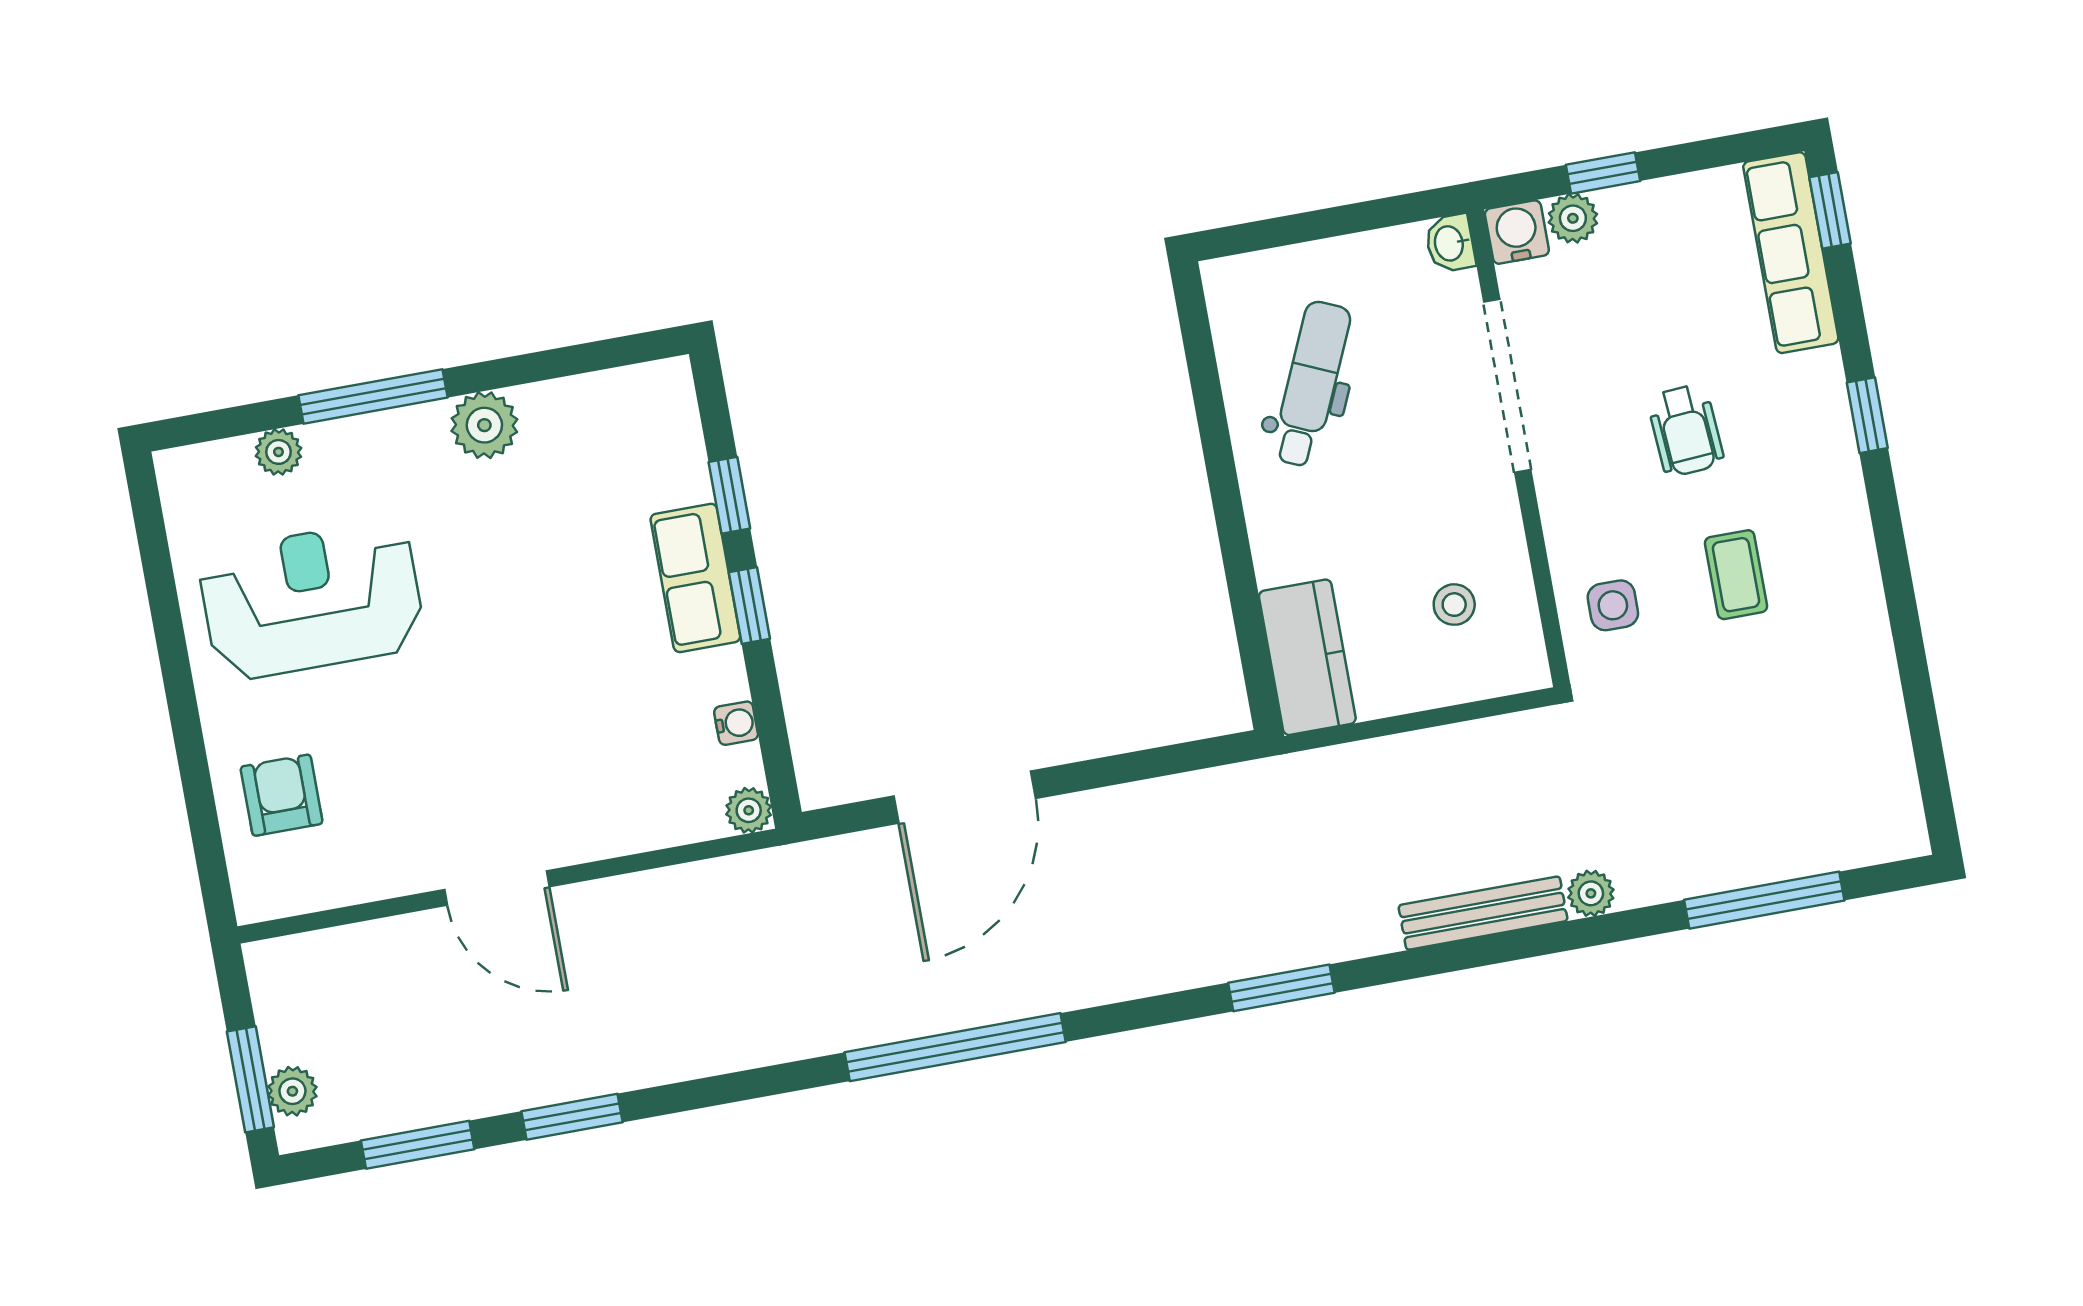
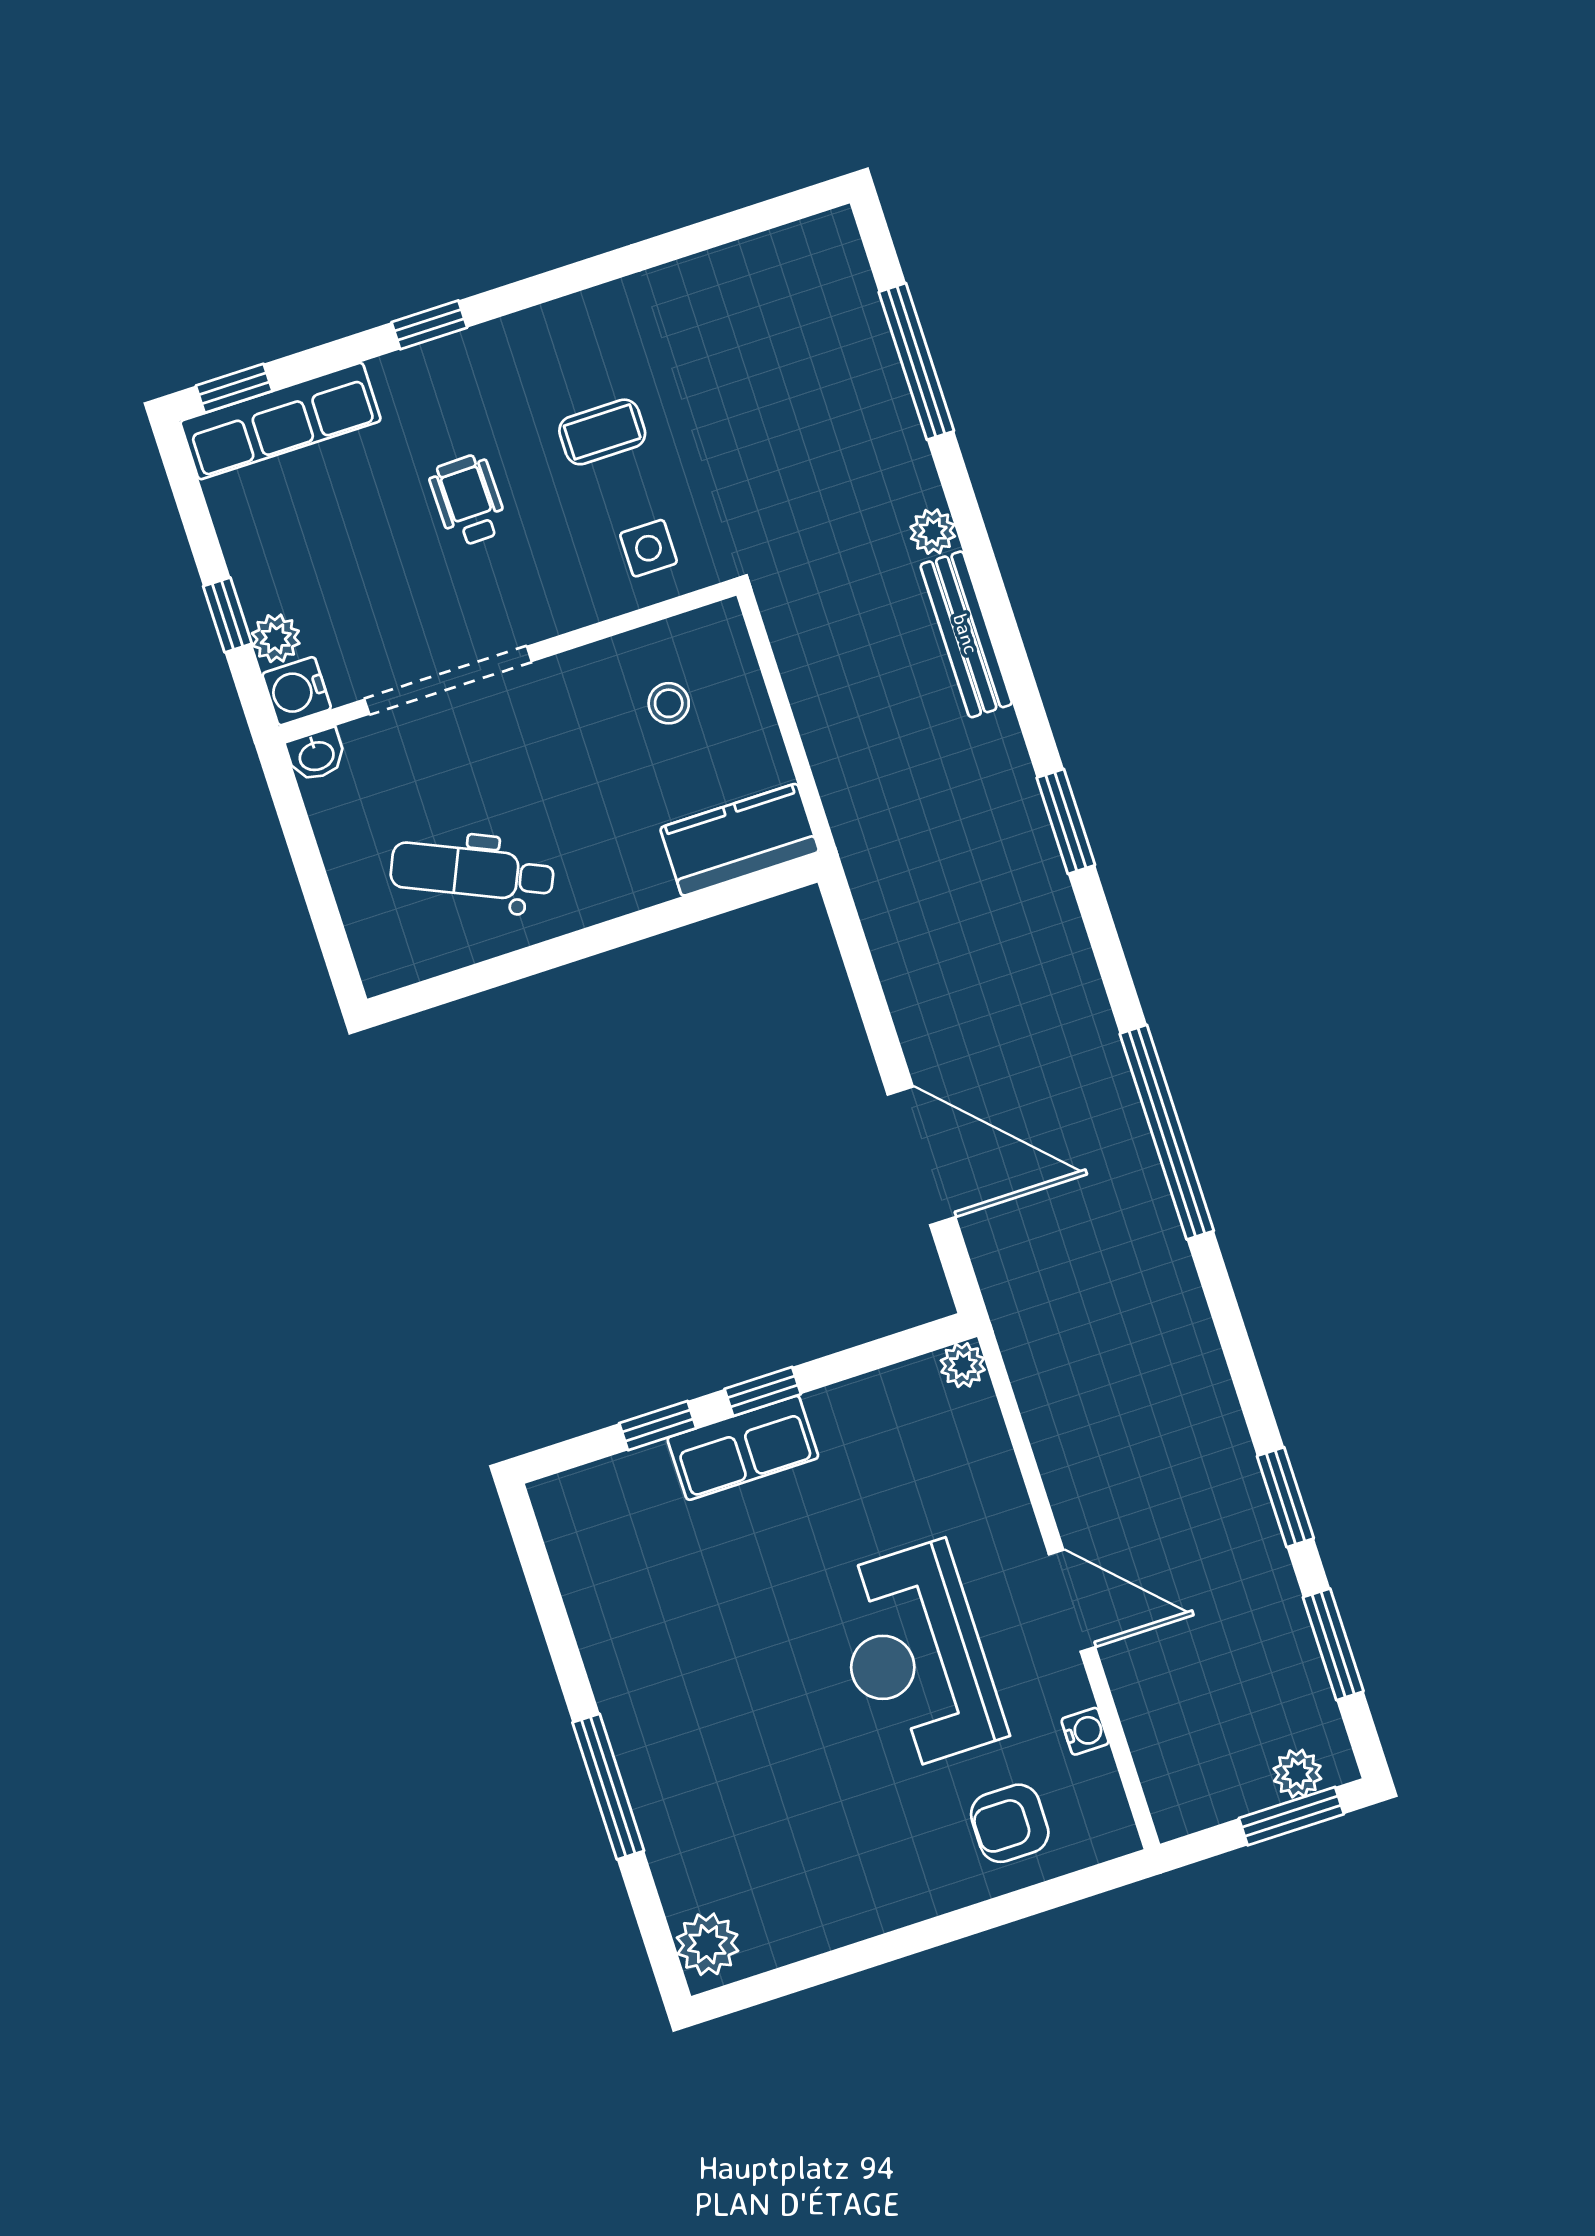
plant: (484, 425) -> (621, 1674), removed
wheelchair: (1686, 430) -> (468, 500), turned -87
plant: (278, 452) -> (707, 1944), moved, width x1.38, depth x1.38
reception desk: (312, 600) -> (915, 1657), moved
water cooler: (736, 723) -> (1085, 1731), moved, turned 90
door: (497, 888) -> (1072, 1601), hinge flipped

